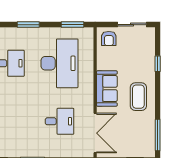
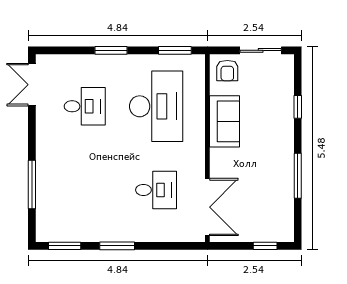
sofa: (107, 89) -> (224, 121), moved
coffee table: (138, 97) -> (270, 154), removed
window: (158, 135) -> (298, 176), moved

